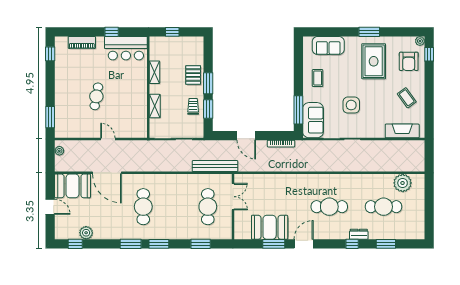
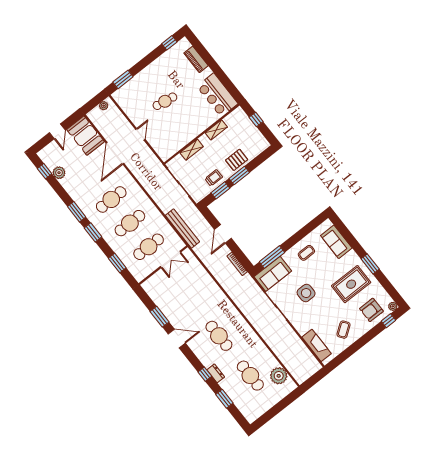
window: (112, 32) -> (221, 75), removed
cafe table: (176, 207) -> (130, 223), added
booth: (270, 227) -> (169, 304), removed

